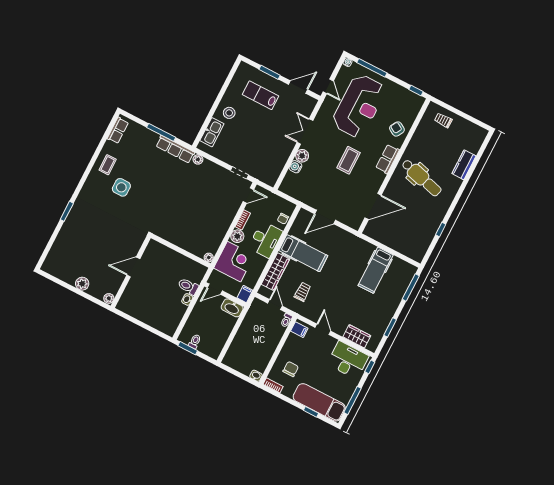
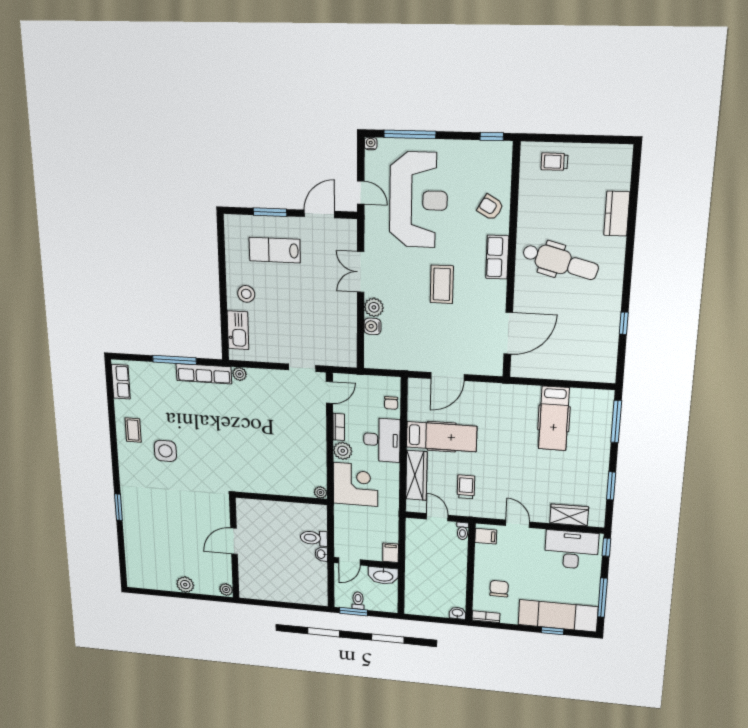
door: (215, 289) -> (349, 561), moved
filing cabinet: (245, 294) -> (391, 553), moved
wall: (225, 295) -> (366, 563), moved
washbasin: (232, 308) -> (383, 576), moved

